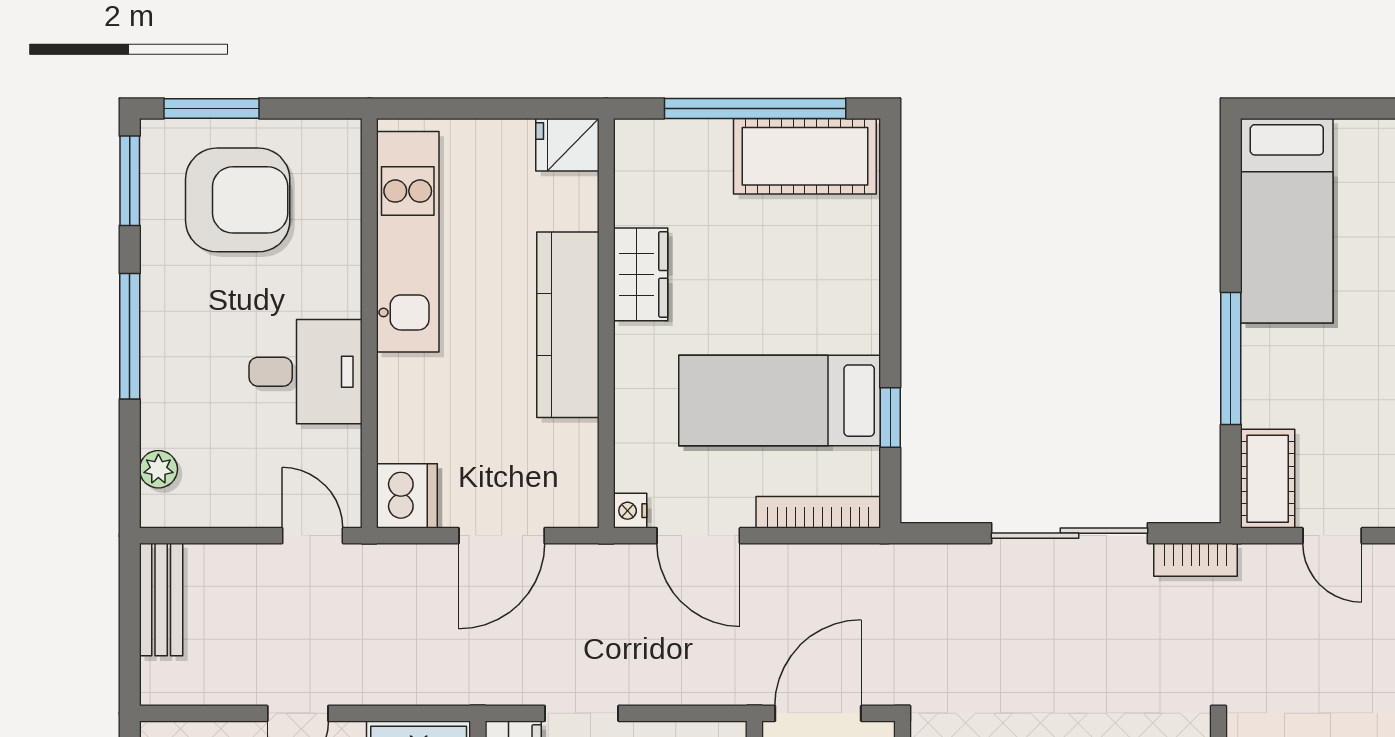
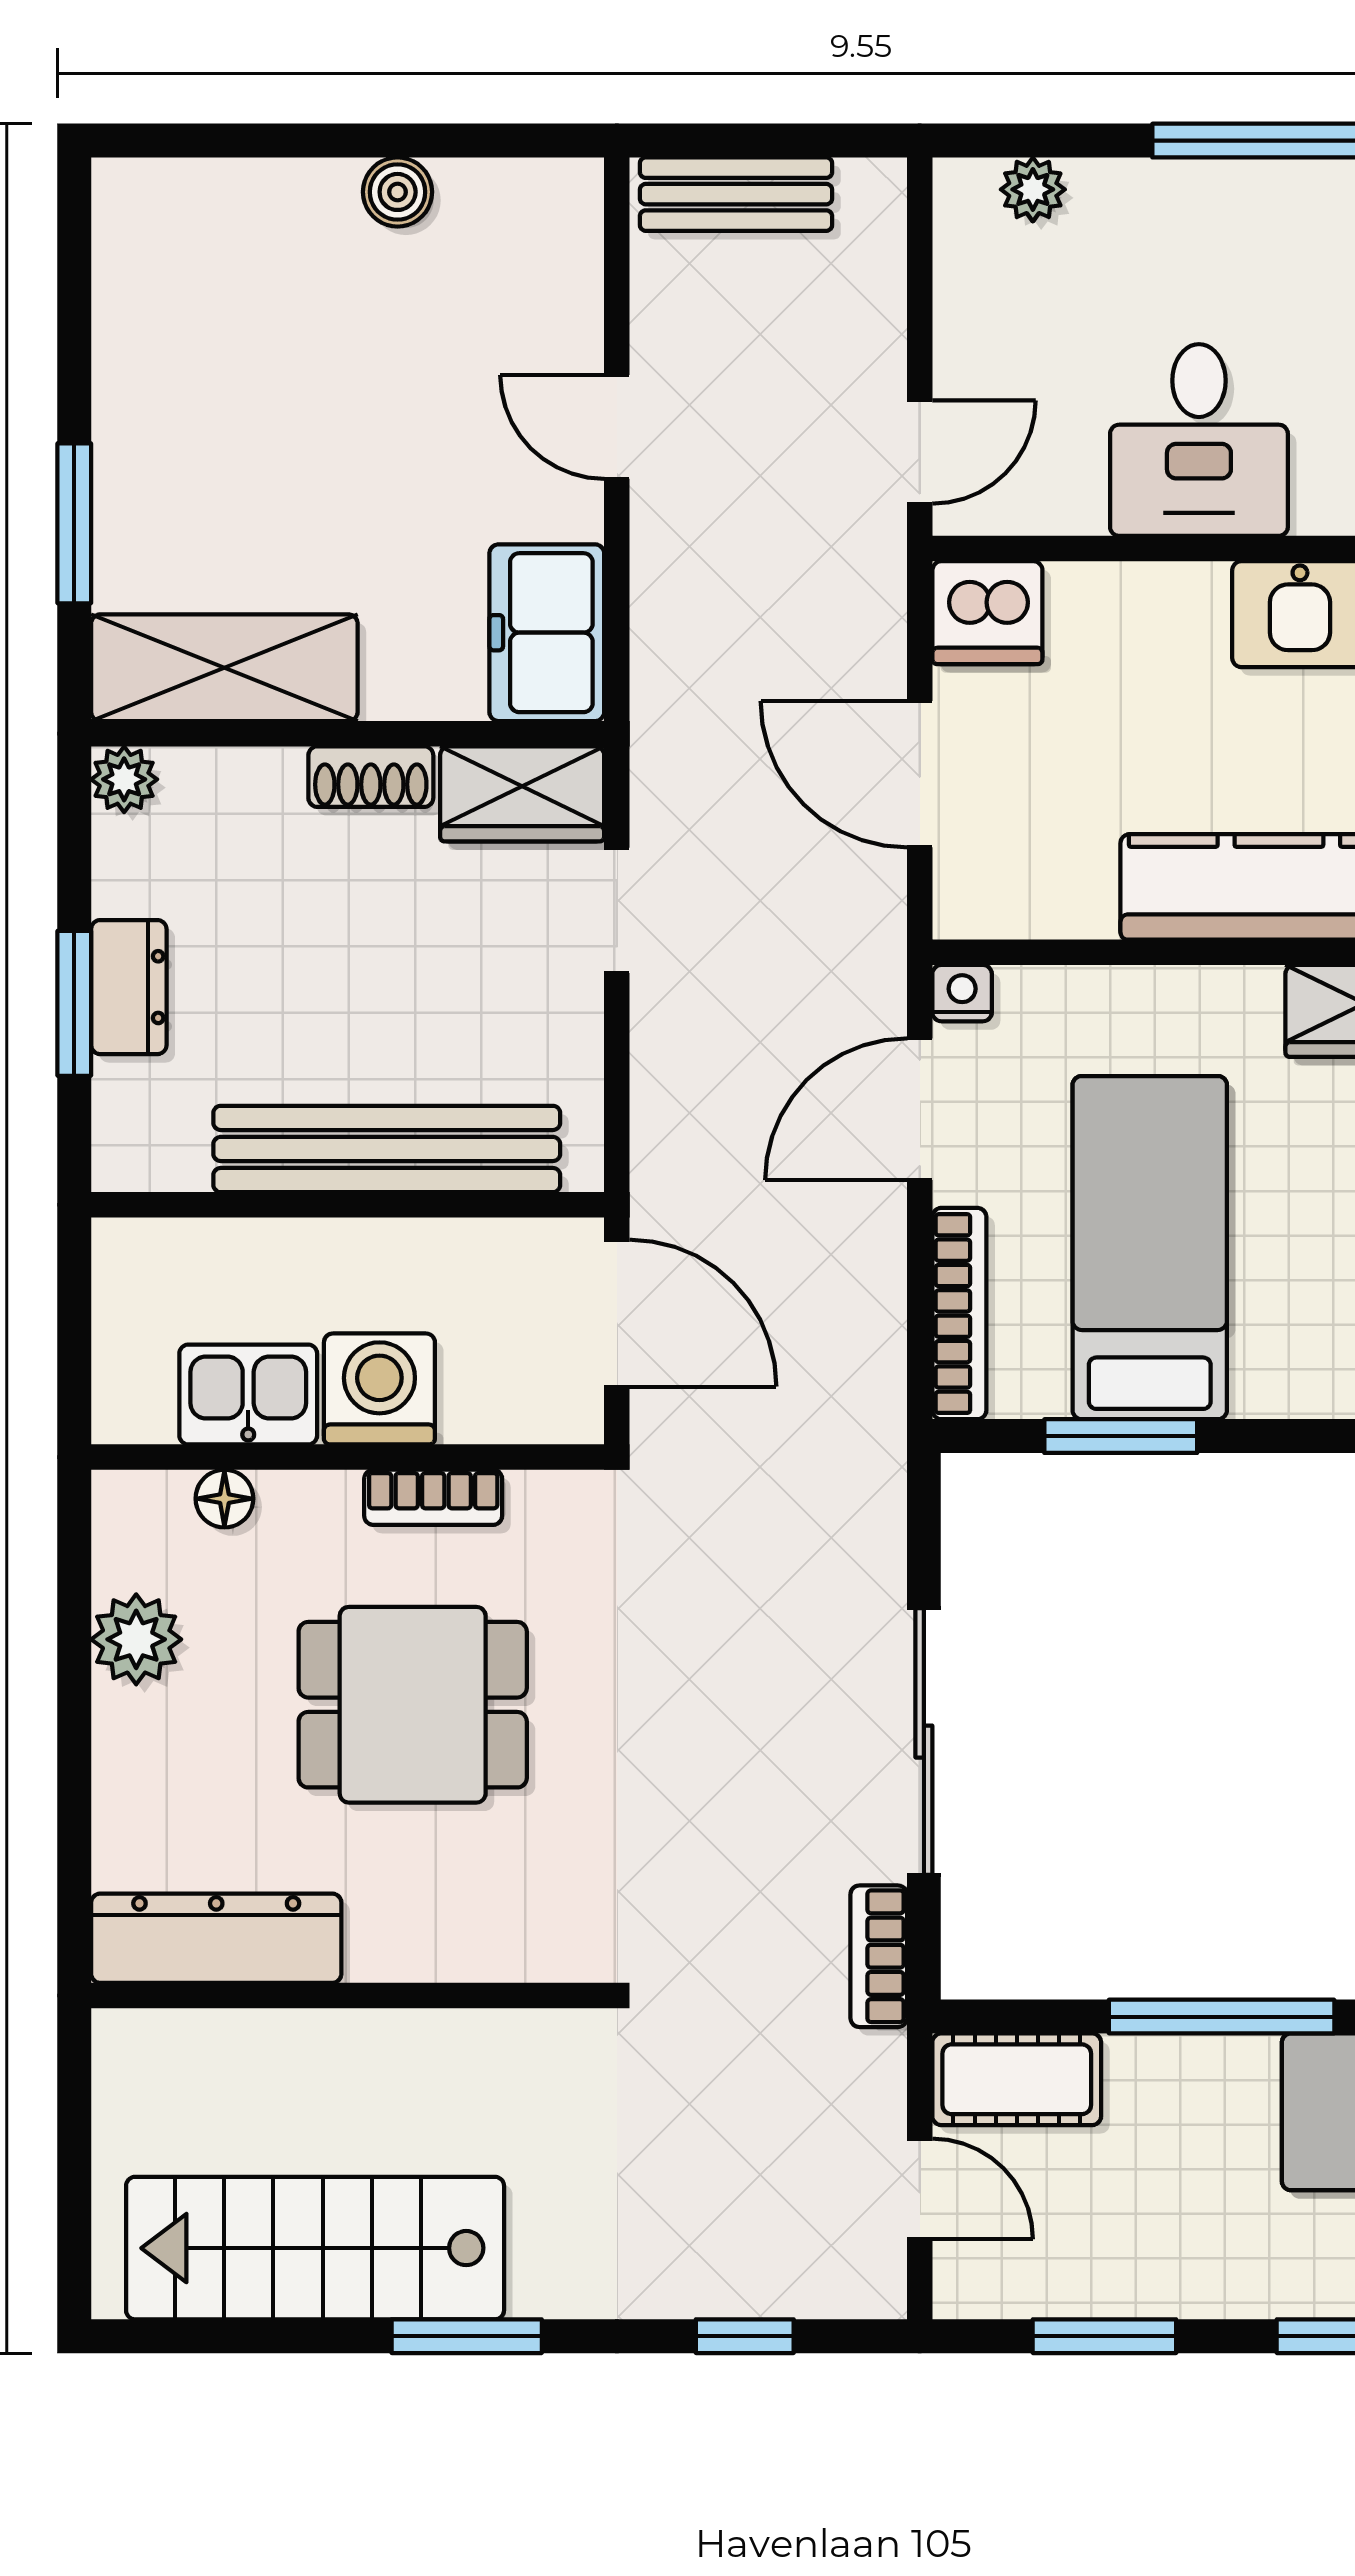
window: (890, 418) -> (1121, 1436), width x1.50
door: (1332, 536) -> (920, 2189), swing flipped
bench: (161, 600) -> (736, 194), moved

